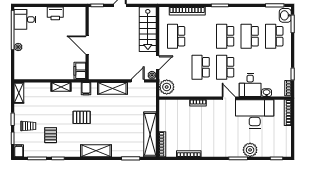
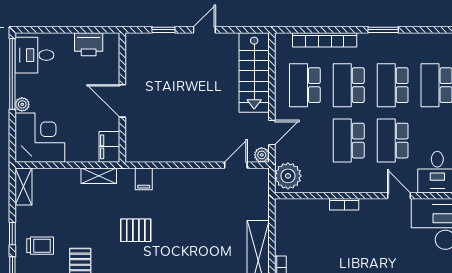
school desk: (201, 36) -> (349, 85), added
wall: (87, 43) -> (122, 98), moved
door: (87, 45) -> (122, 101), moved
corner desk: (28, 66) -> (40, 138), added
filing cabinet: (80, 71) -> (109, 147), moved
shelving: (112, 88) -> (191, 178), removed

